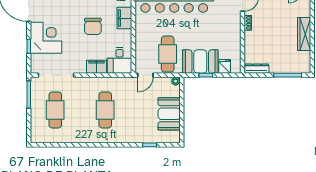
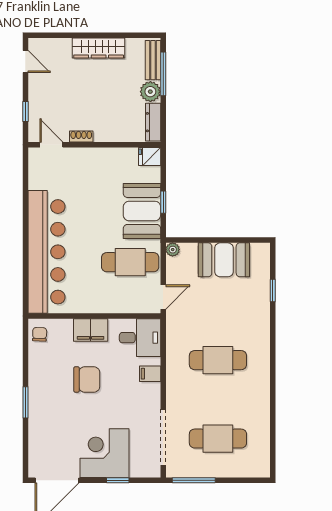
filing cabinet: (124, 18) -> (91, 330), moved
fridge: (225, 66) -> (150, 157), moved
filing cabinet: (97, 67) -> (150, 374), width x0.50
plant: (276, 67) -> (150, 92), added
bench: (296, 69) -> (153, 60), added
door: (145, 75) -> (163, 297), hinge flipped

